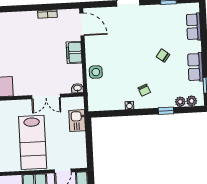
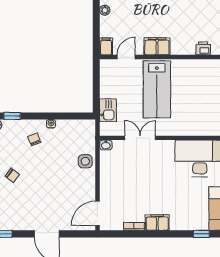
door: (82, 24) -> (98, 213), hinge flipped
filing cabinet: (74, 52) -> (157, 223), moved, turned -90
lab bench: (33, 142) -> (157, 89), turned 180

